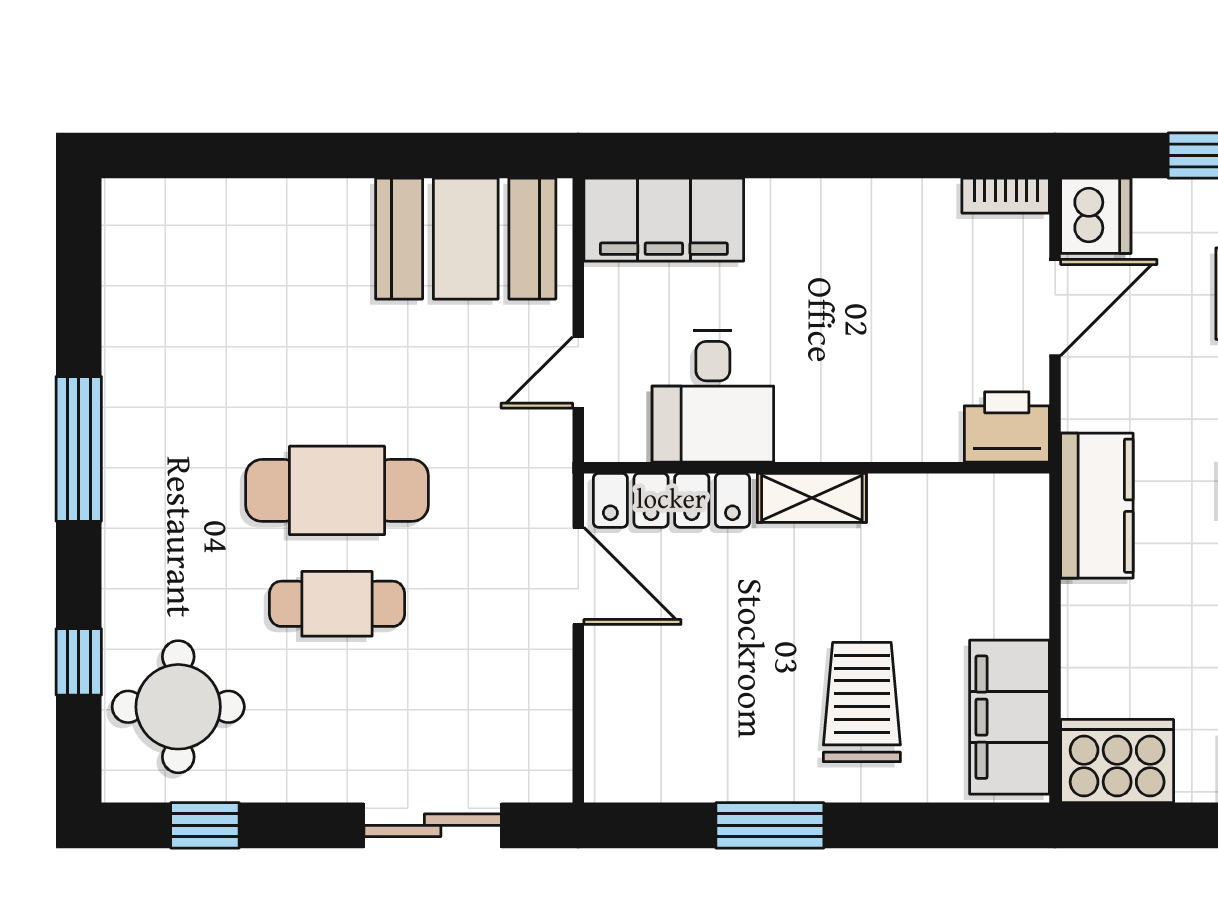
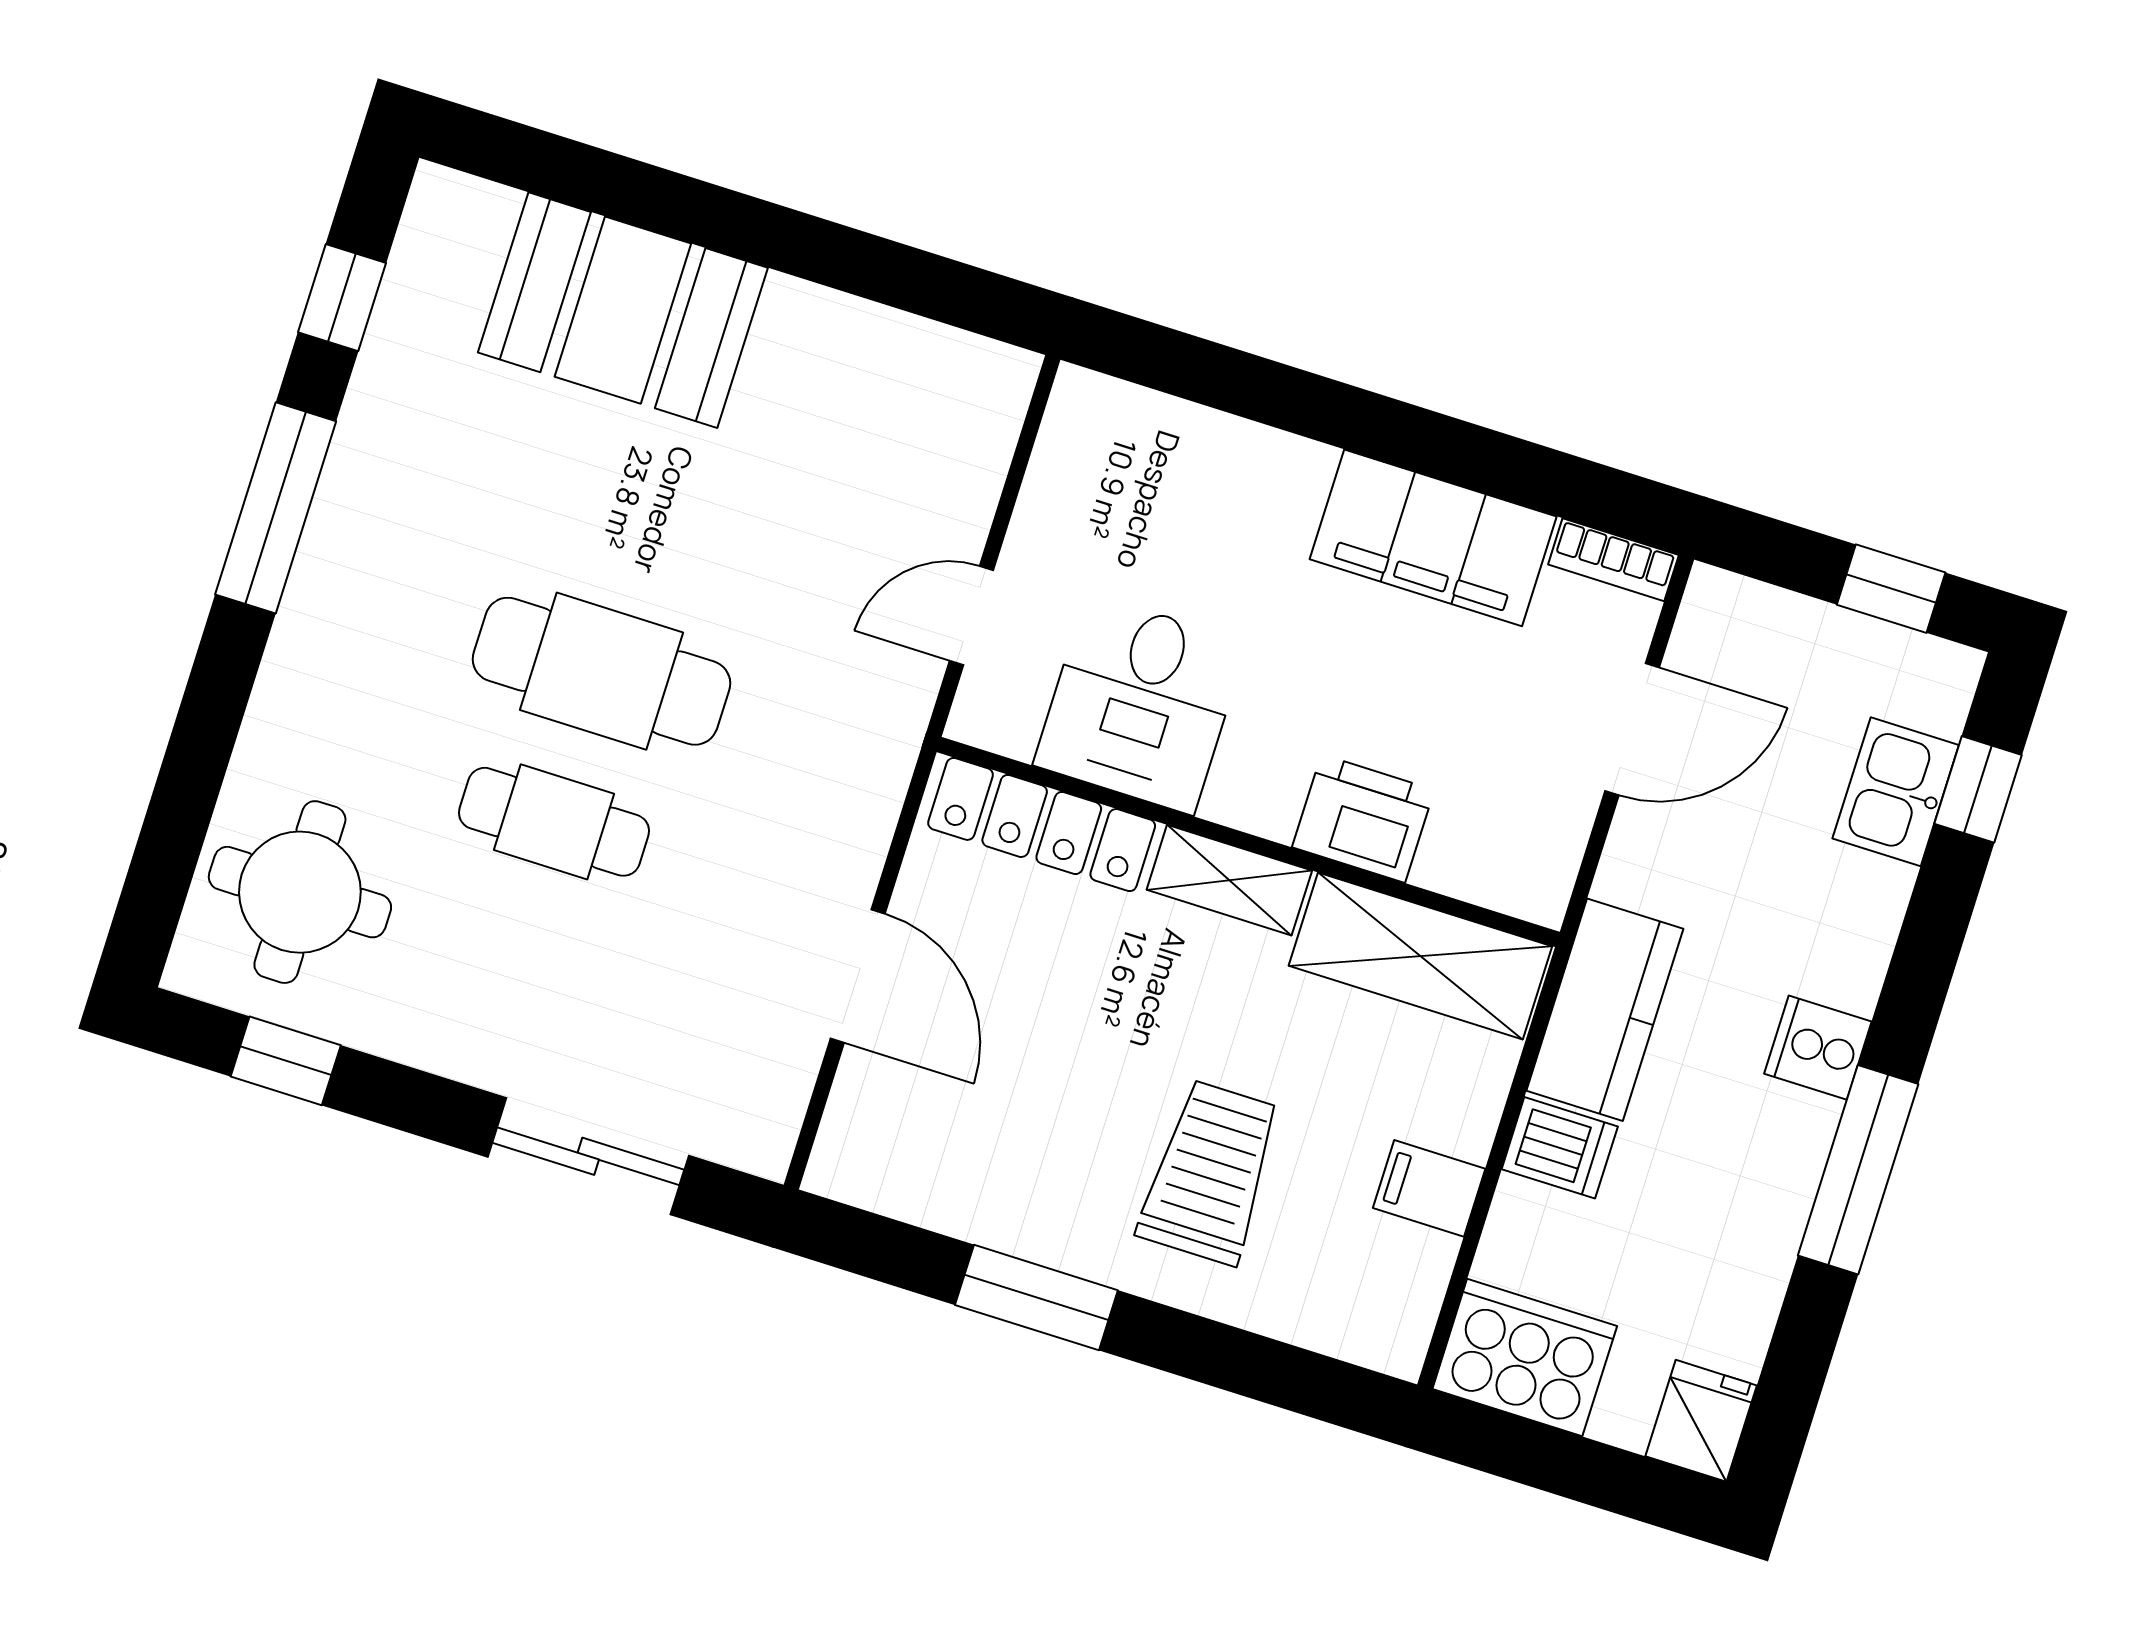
dishwasher: (1096, 216) -> (1560, 1148), moved, width x0.73
filing cabinet: (664, 220) -> (1433, 538), moved
booth: (466, 239) -> (623, 310), moved
printer: (1007, 427) -> (1363, 819), moved
shelving: (959, 509) -> (1420, 956), added
door: (578, 576) -> (858, 976), moved
window: (79, 662) -> (342, 298), moved
filing cabinet: (1009, 717) -> (1429, 1188), width x0.33, depth x0.86

